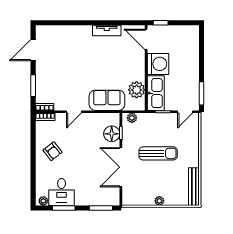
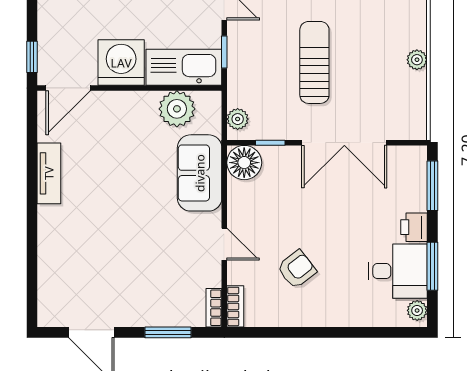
floor lamp: (112, 134) -> (244, 163), moved
armchair: (53, 151) -> (297, 269), moved
printer: (82, 199) -> (414, 227), added

